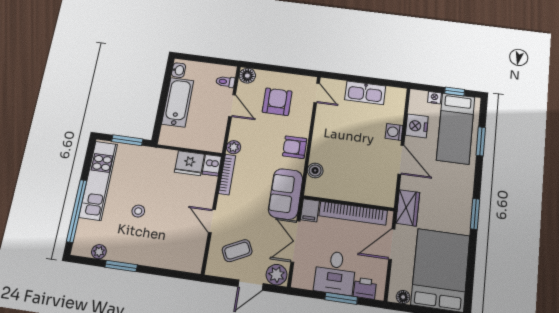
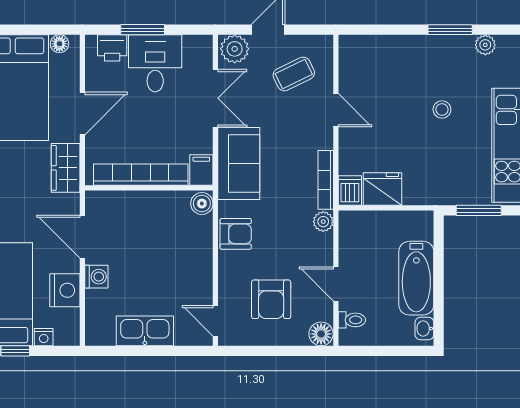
wall: (348, 203) -> (149, 188), moved
filing cabinet: (310, 210) -> (201, 170), moved
bookcase: (353, 213) -> (141, 175), moved

